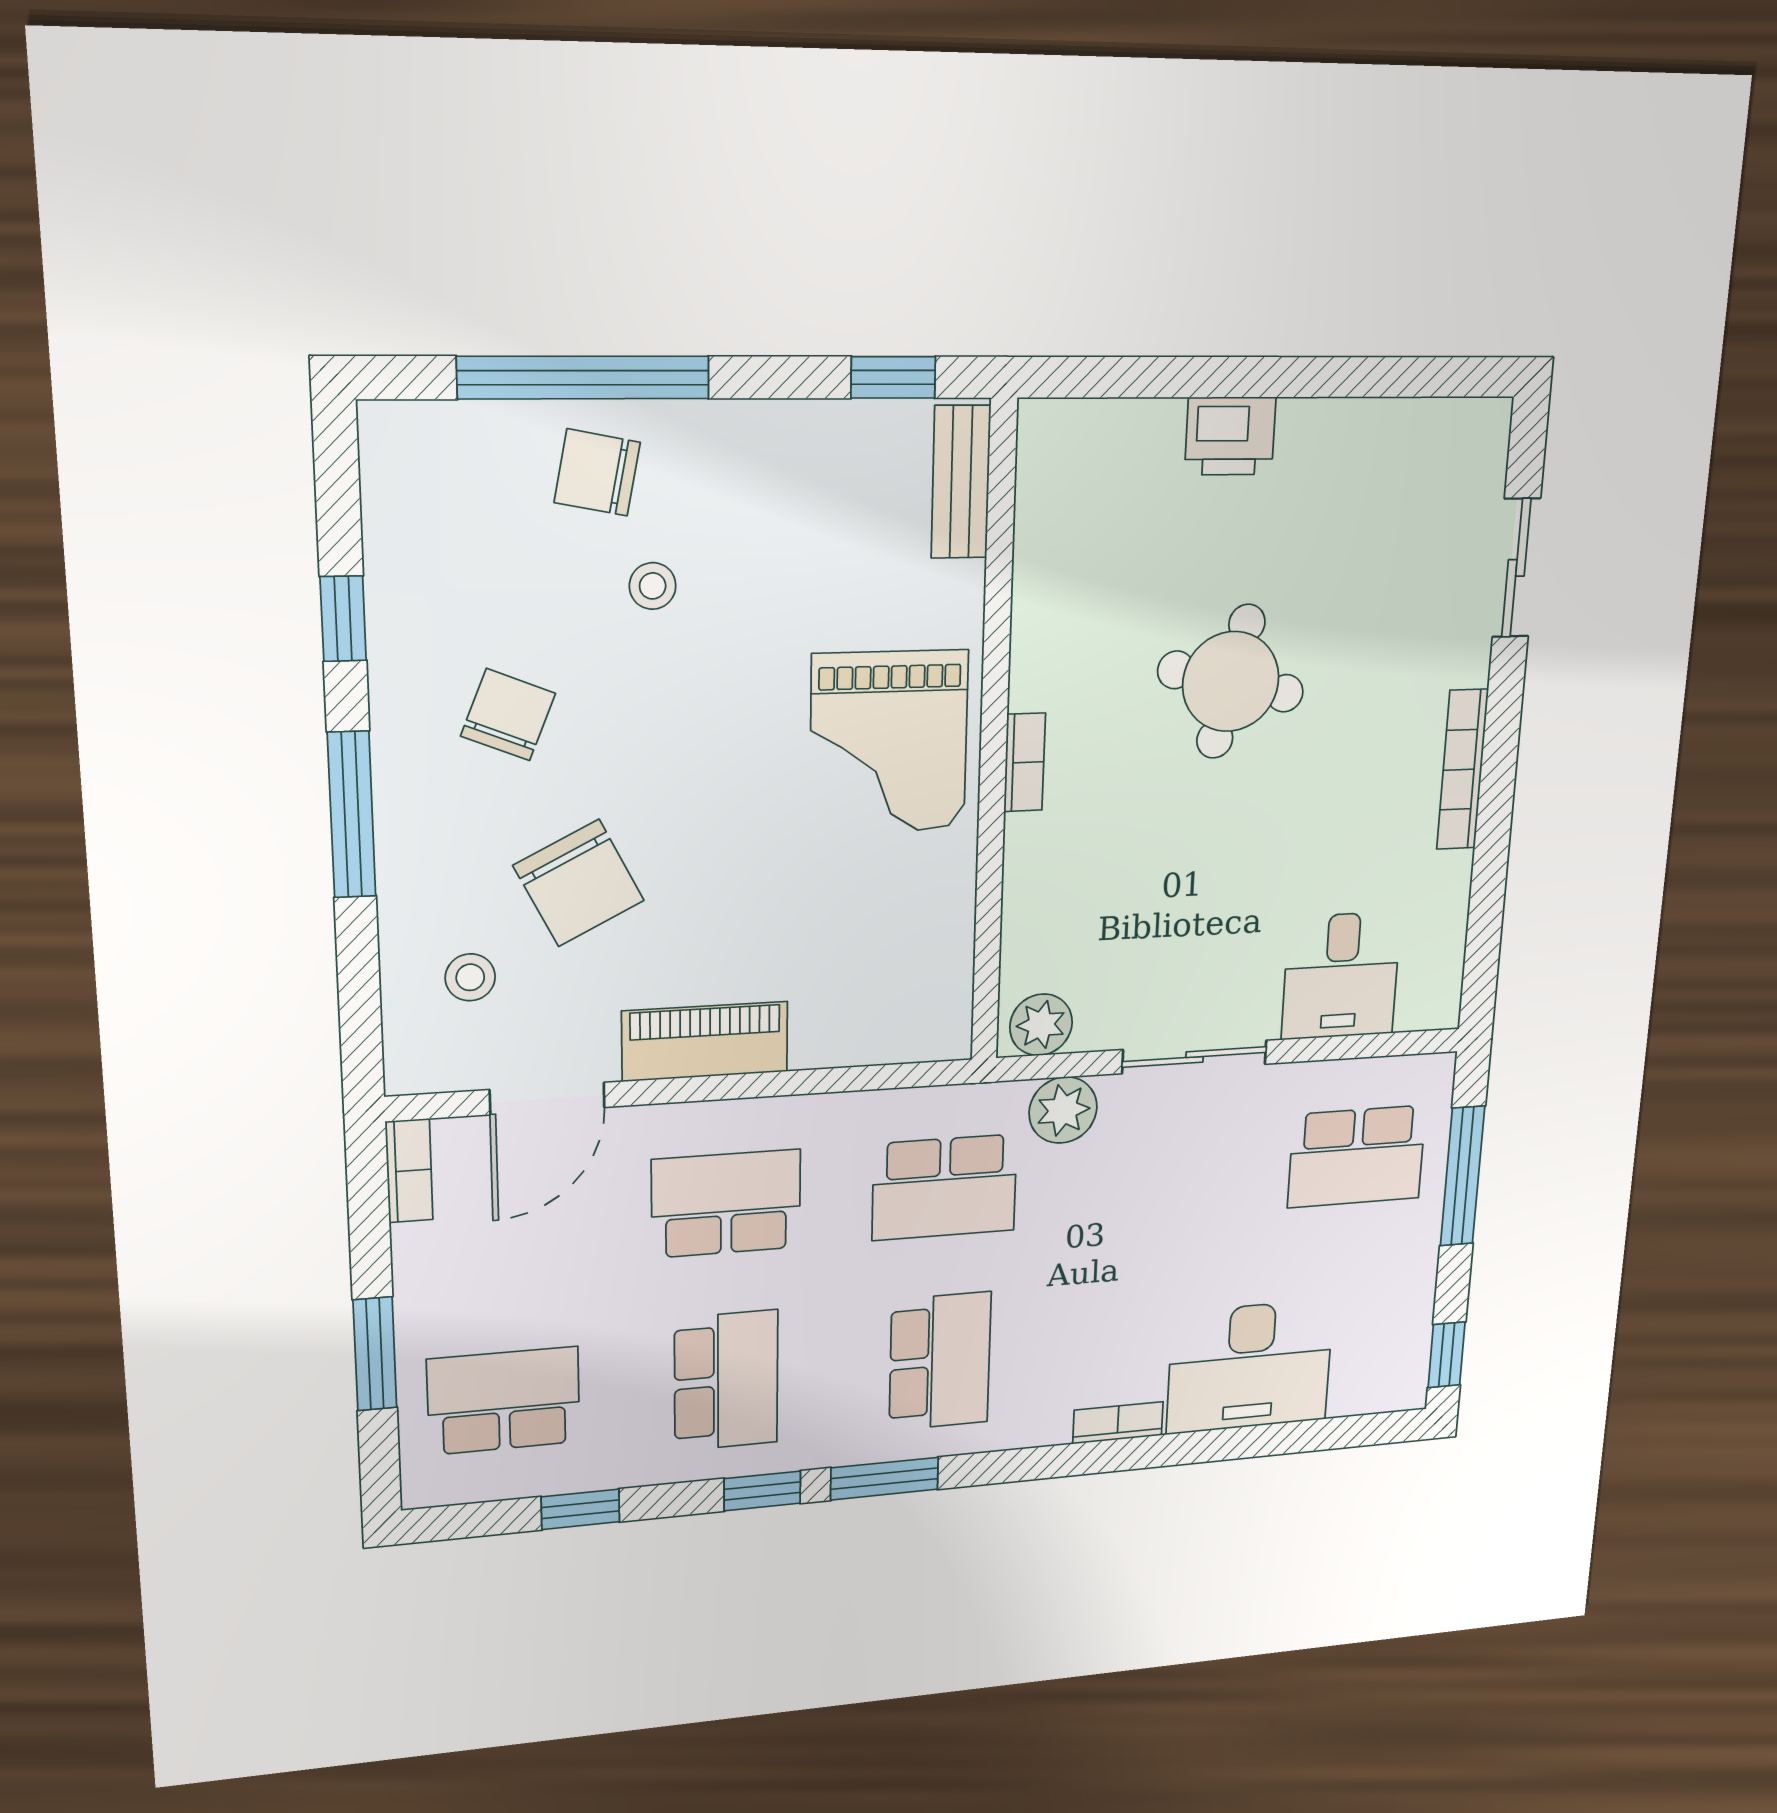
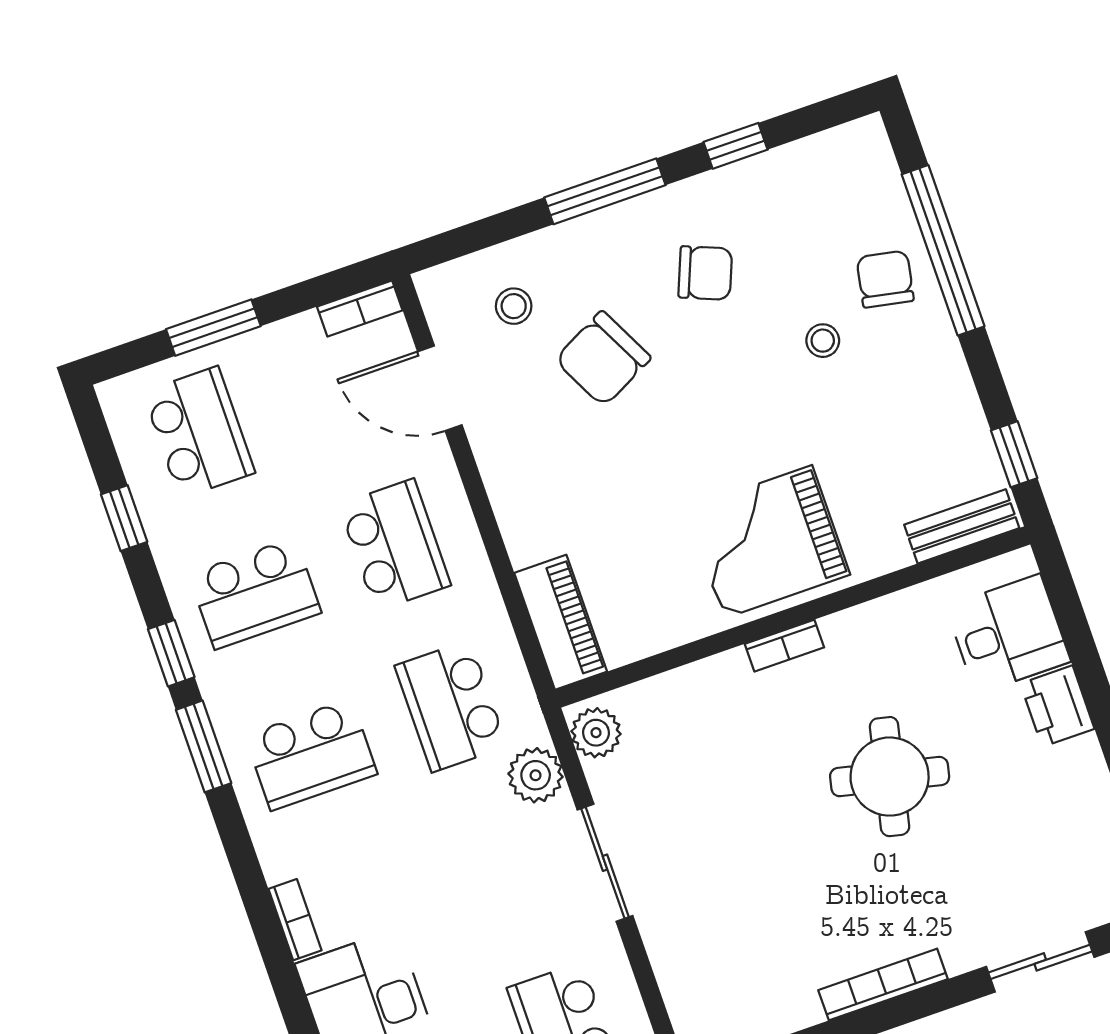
desk: (1341, 976) -> (1008, 634), moved, turned 180
piano: (705, 1041) -> (561, 622), moved

